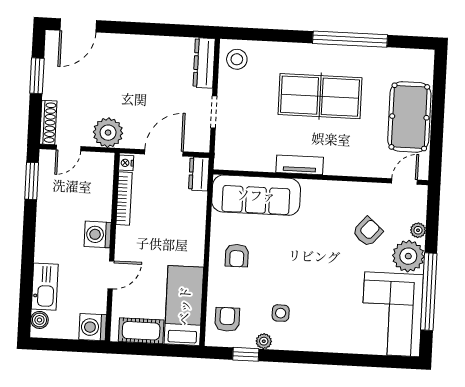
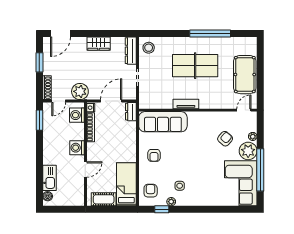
wardrobe: (146, 47) -> (99, 44), added
washing machine: (93, 327) -> (77, 115), moved

